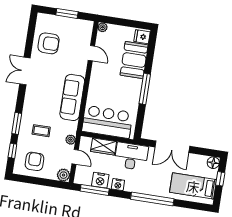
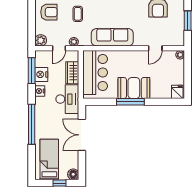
booth: (134, 60) -> (134, 88), moved

